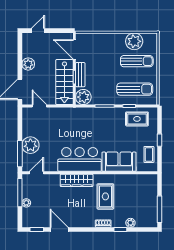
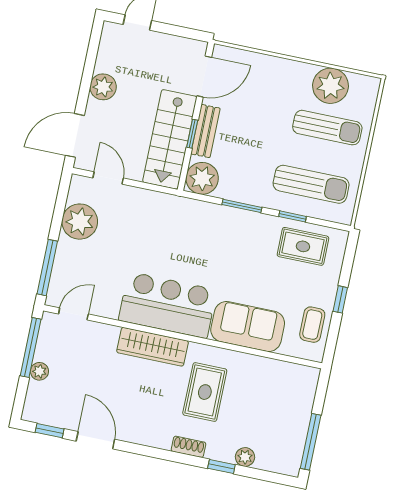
door: (74, 49) -> (204, 77), swing flipped
plant: (30, 145) -> (80, 222), moved

